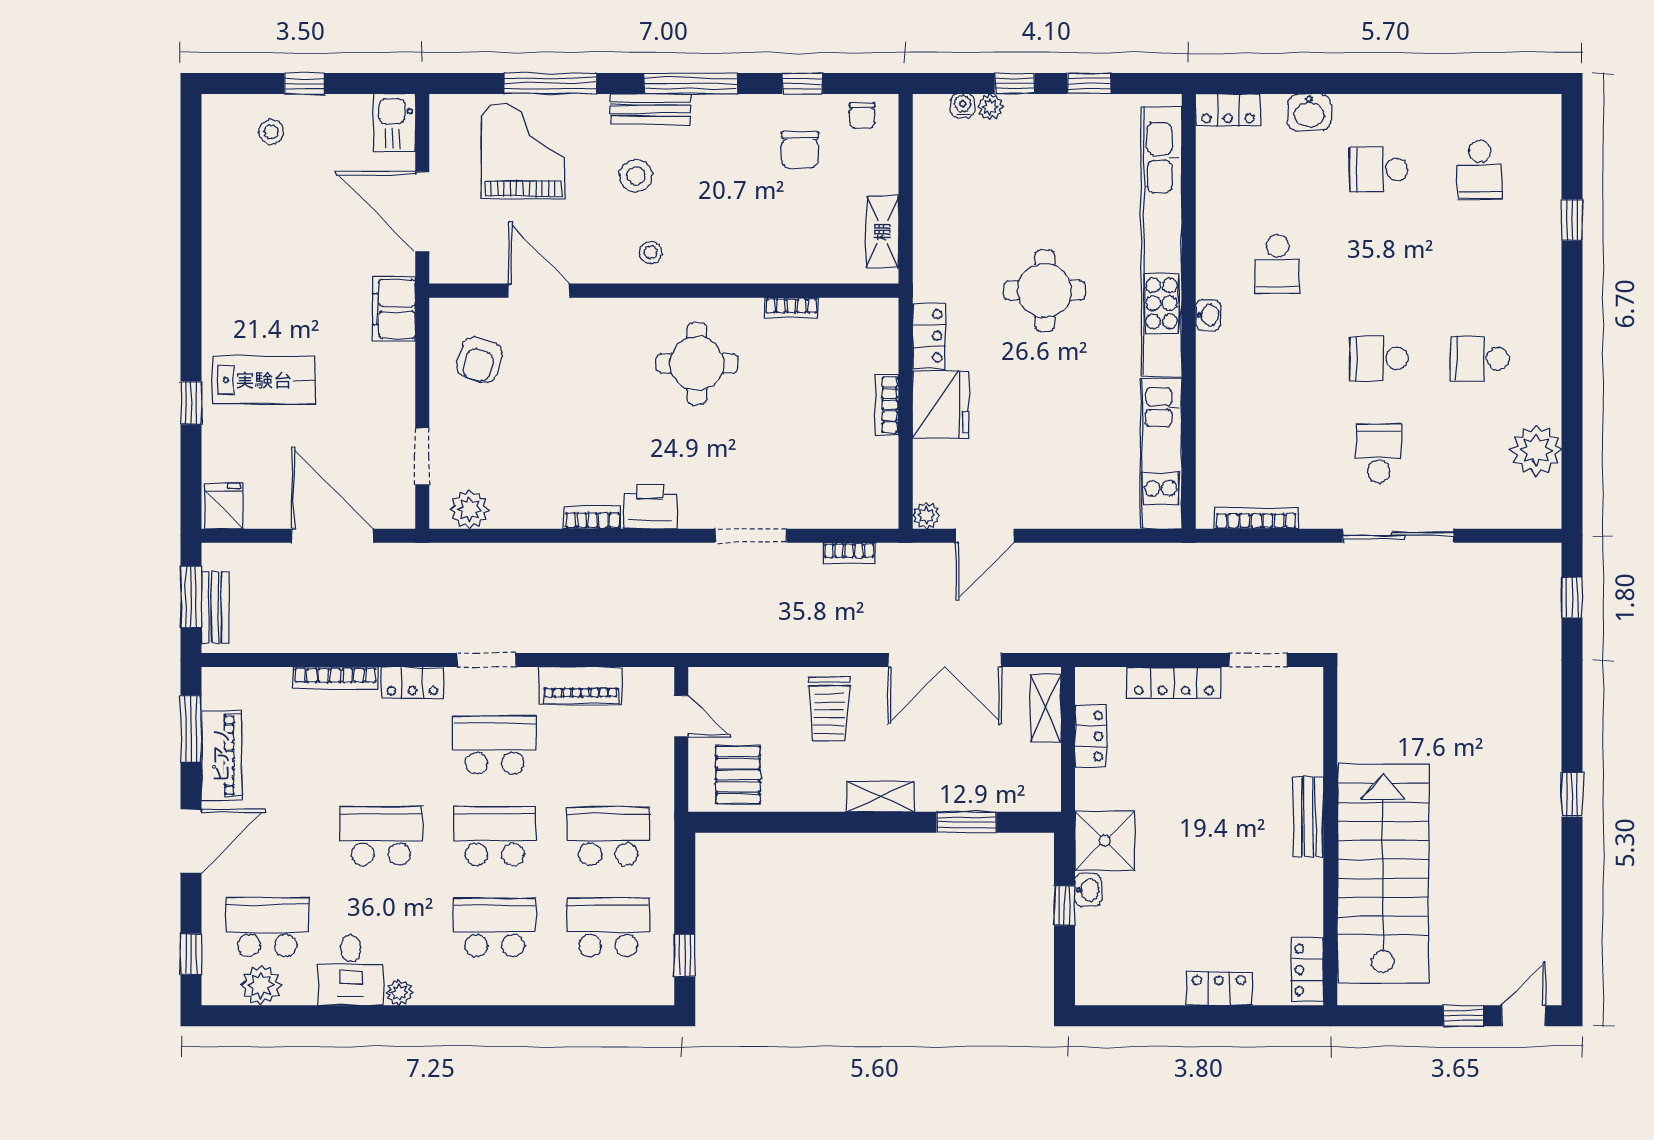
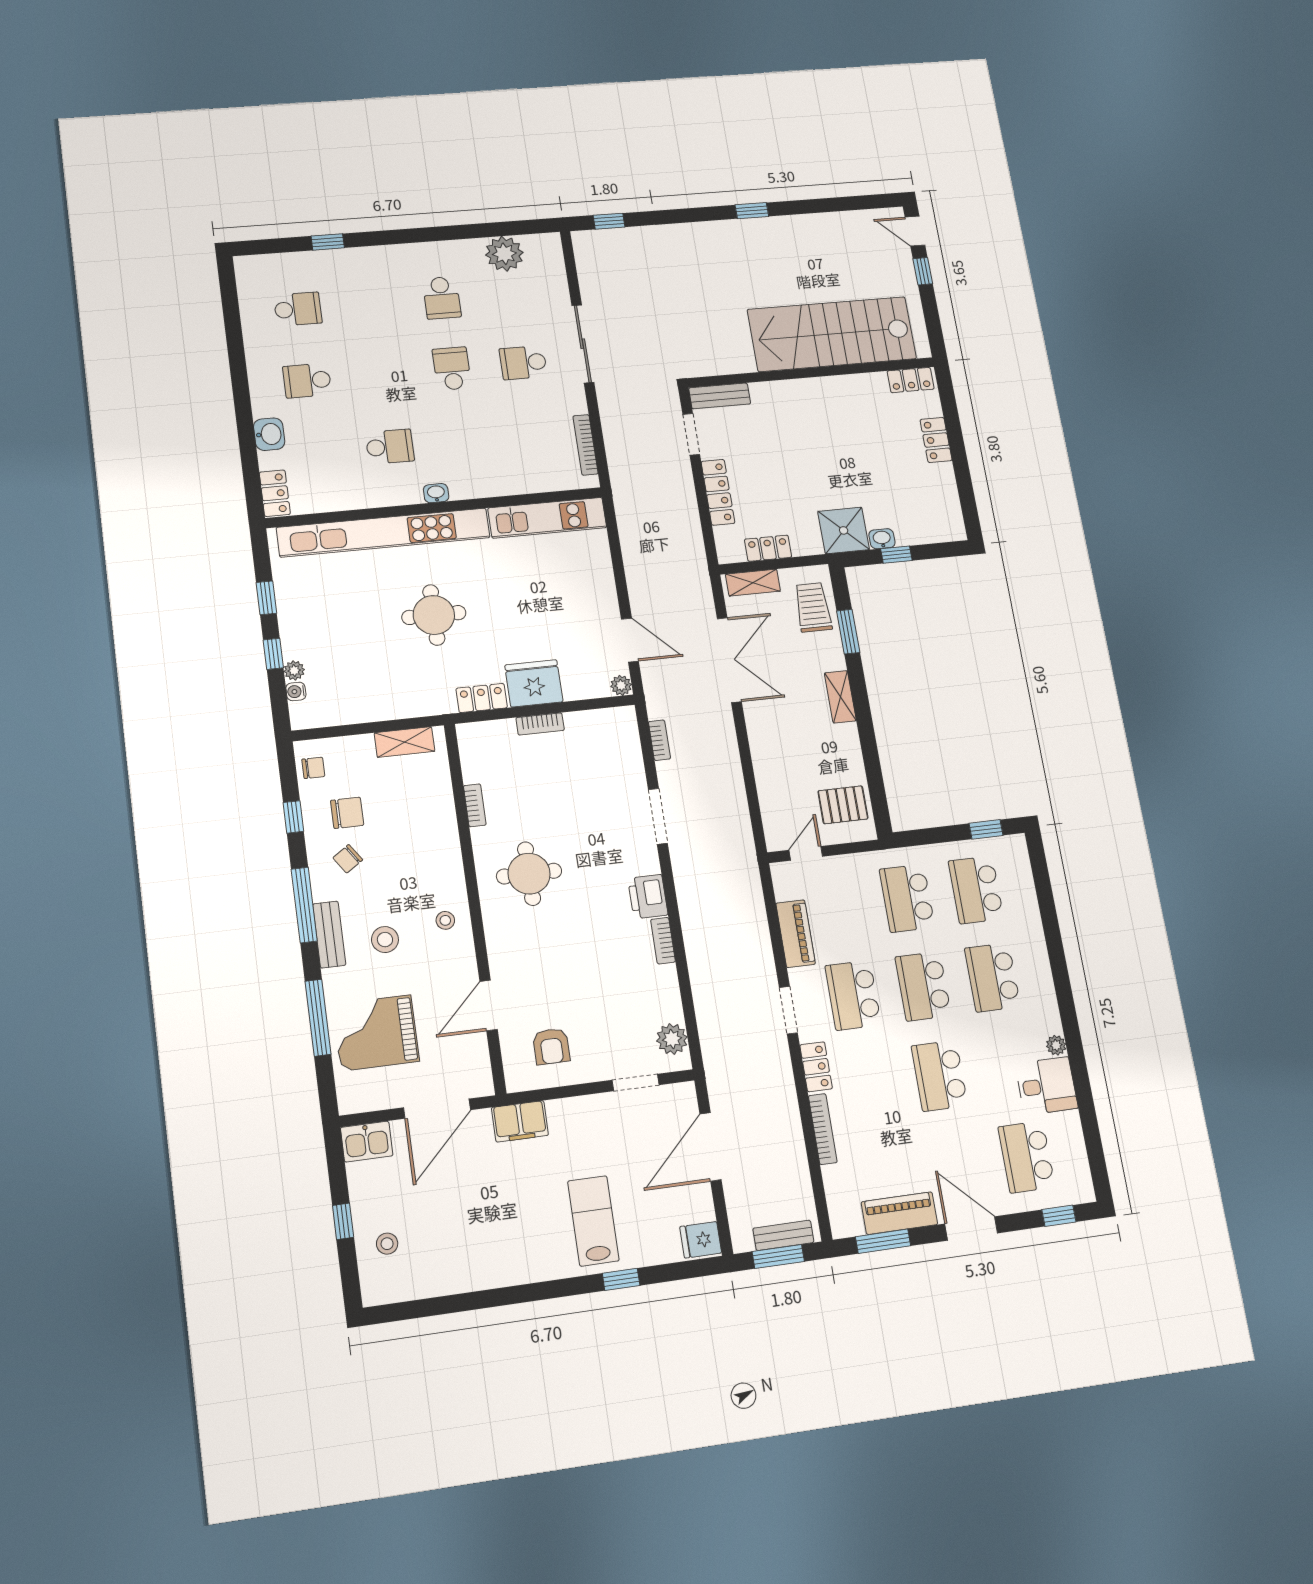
chair: (742, 143) -> (348, 859), added
school desk: (1379, 169) -> (307, 381), turned 90
school desk: (1379, 359) -> (452, 369), turned 180
armchair: (480, 360) -> (551, 1046), turned 73
trolley: (829, 709) -> (813, 607), moved, turned -90
bench: (1308, 817) -> (720, 396), moved
plant: (261, 985) -> (1072, 1156), removed

